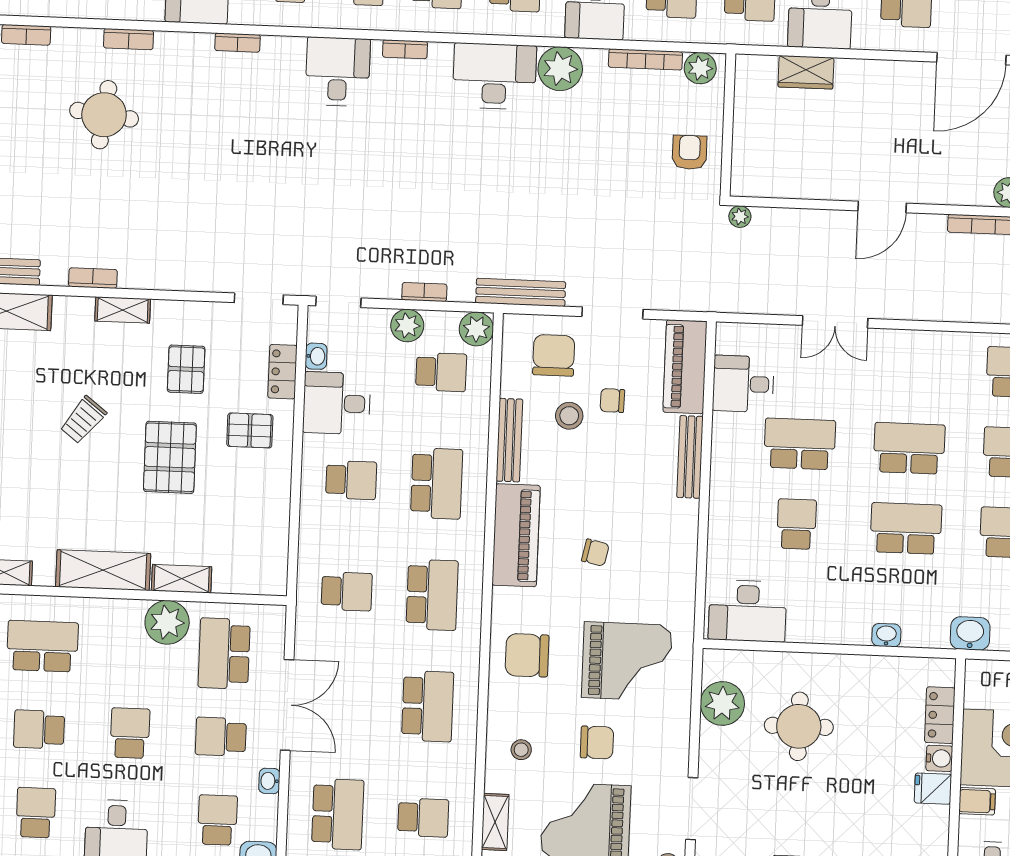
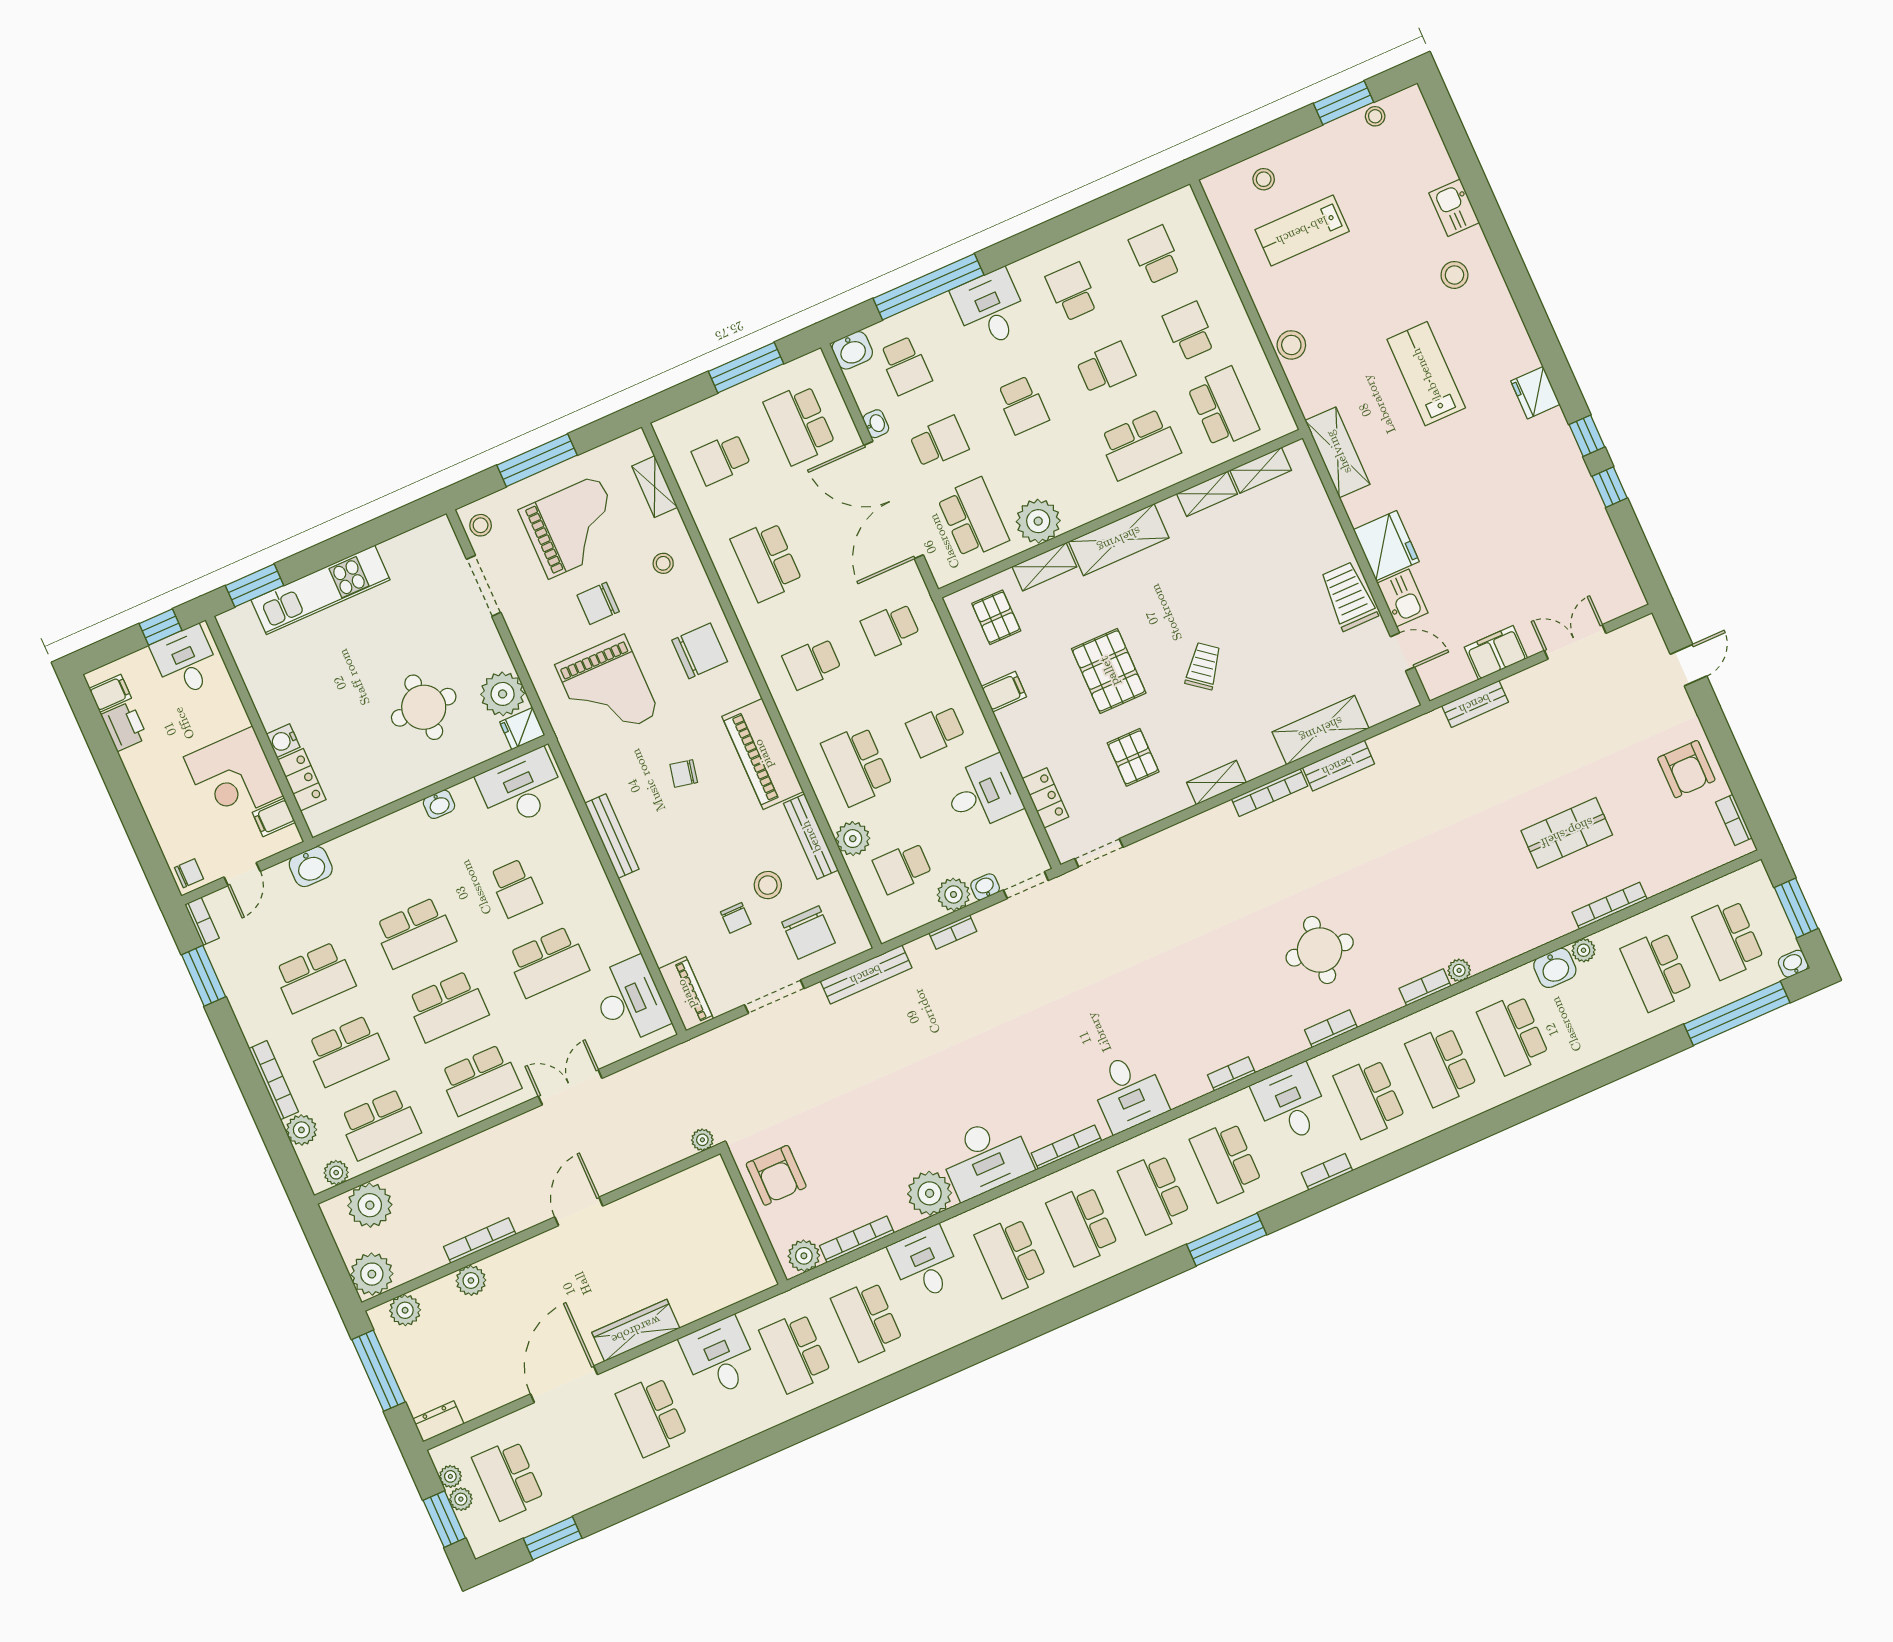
bookcase: (405, 49) -> (1066, 1147), width x1.56
wardrobe: (806, 72) -> (636, 1330), moved, width x1.50
armchair: (690, 152) -> (776, 1175), width x1.38, depth x1.38
bookcase: (93, 278) -> (1270, 793), width x1.56
plant: (476, 329) -> (853, 839), moved
washbasin: (316, 356) -> (985, 887), moved, turned 90
piano: (685, 367) -> (686, 994), width x0.73, depth x0.75
school desk: (912, 368) -> (480, 1080), added
desk: (743, 384) -> (630, 1000), width x1.37
chair: (612, 401) -> (736, 918), turned 89
pallet: (250, 430) -> (996, 617), moved, turned 90
bench: (690, 457) -> (612, 836), moved
filing cabinet: (273, 485) -> (1004, 692), added
school desk: (432, 595) -> (812, 663), width x0.54
washbasin: (886, 635) -> (439, 804), moved
grand piano: (627, 661) -> (607, 690), turned -90
double door: (287, 705) -> (894, 500), width x1.36
fridge: (933, 789) -> (522, 729), moved, turned 180
filing cabinet: (977, 801) -> (274, 817), moved
school desk: (36, 813) -> (1072, 292), turned 180

